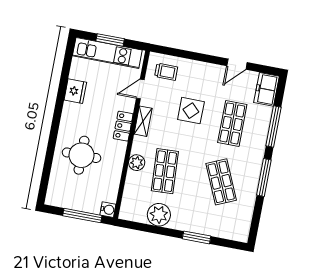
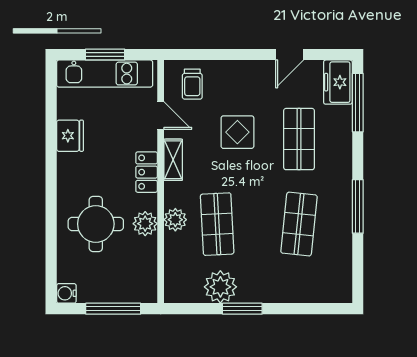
trolley: (166, 72) -> (192, 84), turned 90
door: (140, 89) -> (161, 115), swing flipped
window: (274, 127) -> (358, 103), moved
plant: (115, 161) -> (145, 224), added
shop shelf: (221, 182) -> (299, 224), turned 30
water cooler: (108, 210) -> (66, 293), moved, turned 180
window: (197, 237) -> (242, 309), moved

